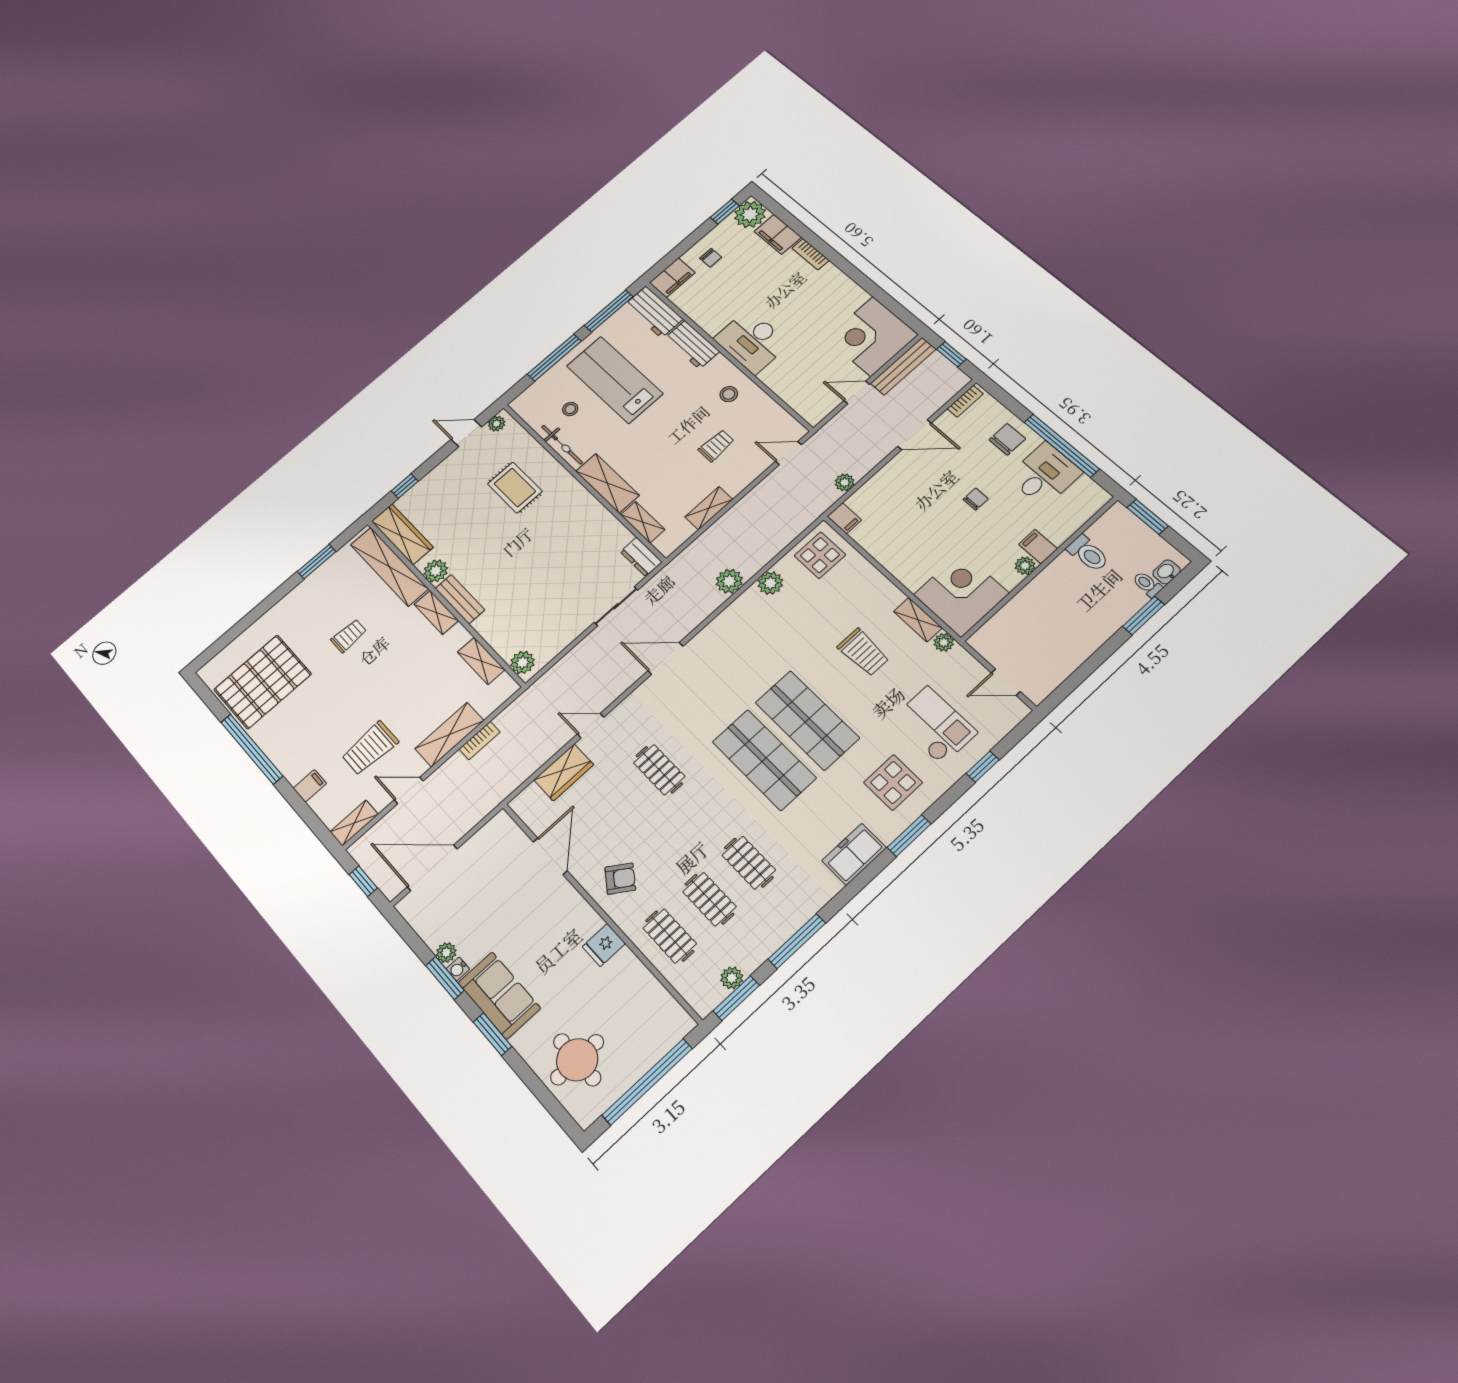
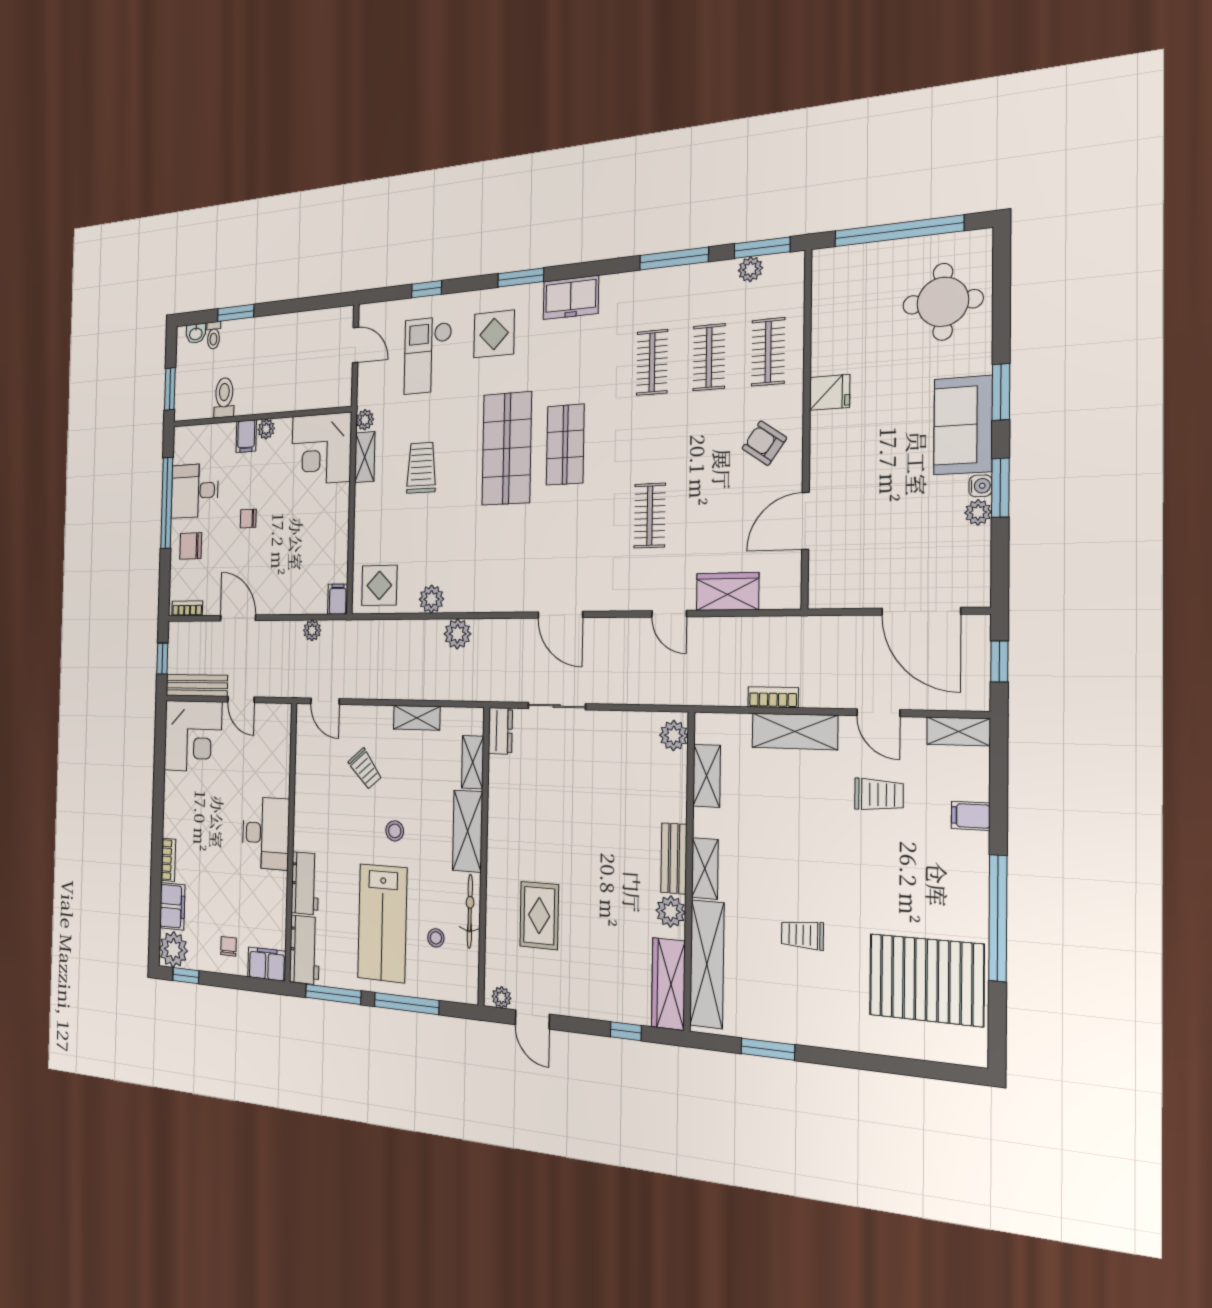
stool: (729, 394) -> (395, 831), moved
trolley: (716, 446) -> (365, 769), turned -130
trolley: (370, 748) -> (879, 795), width x0.73, depth x0.72
shop shelf: (764, 760) -> (565, 445), width x0.70, depth x0.74

